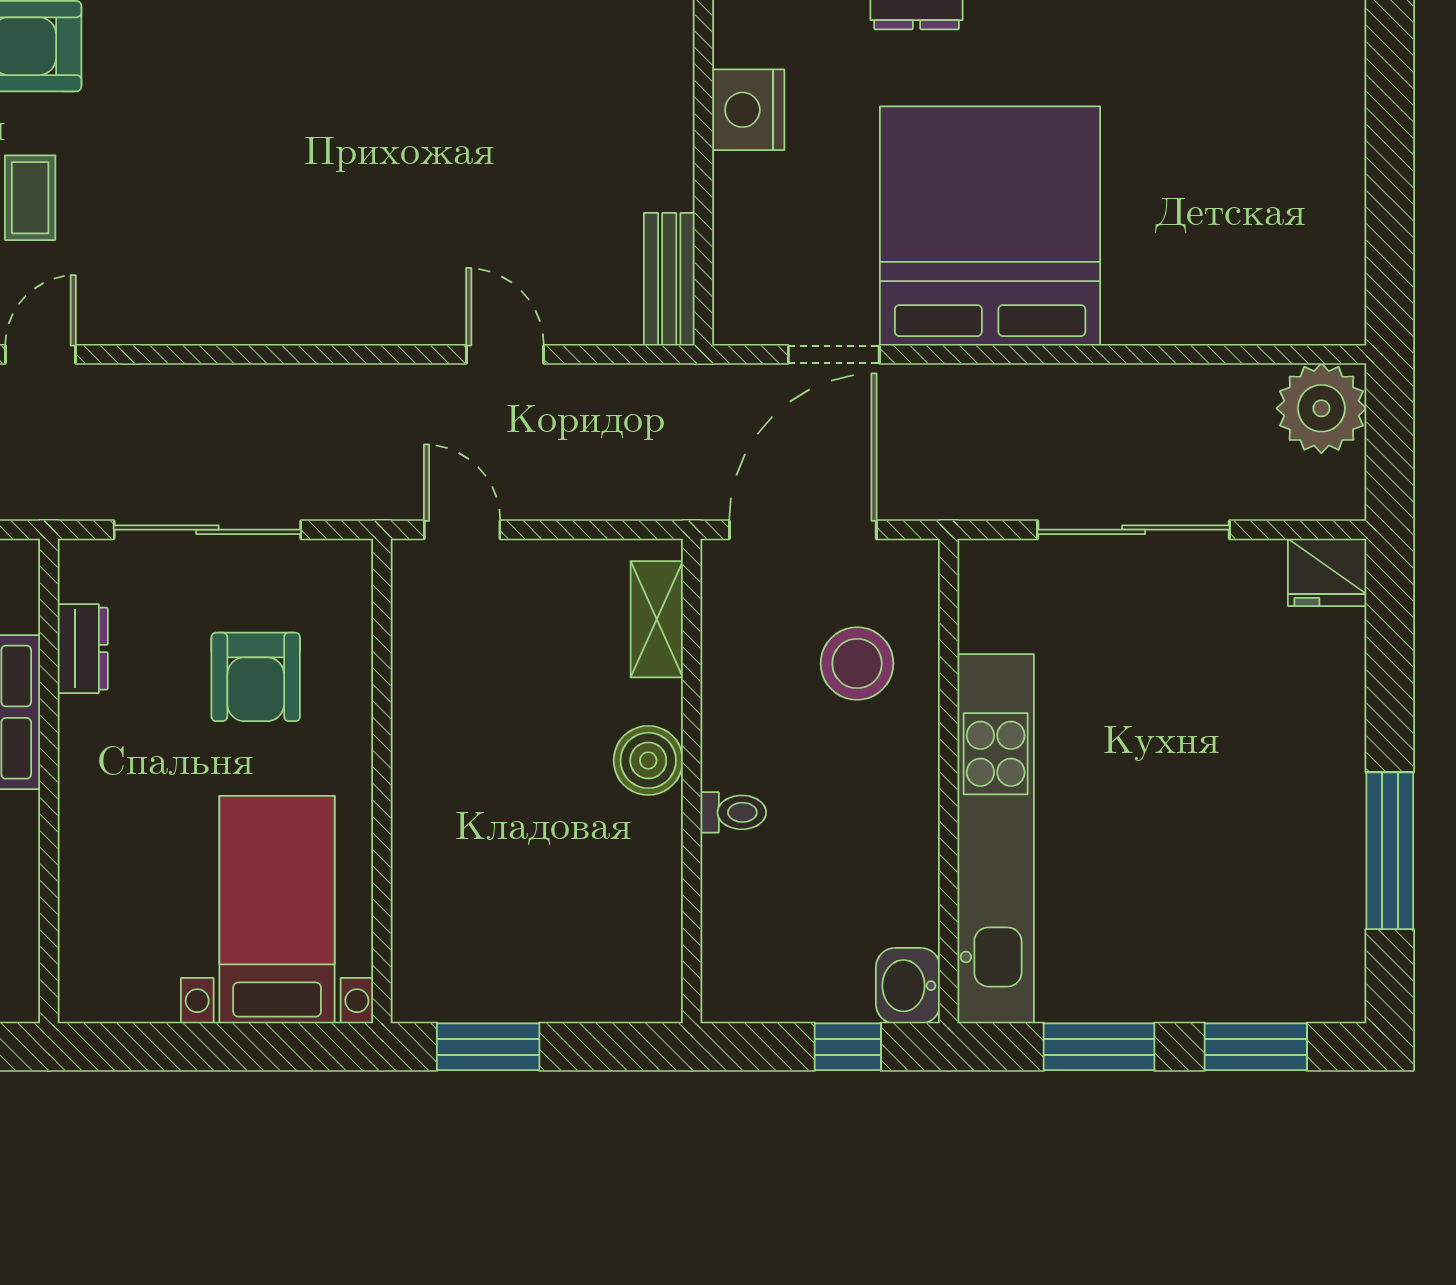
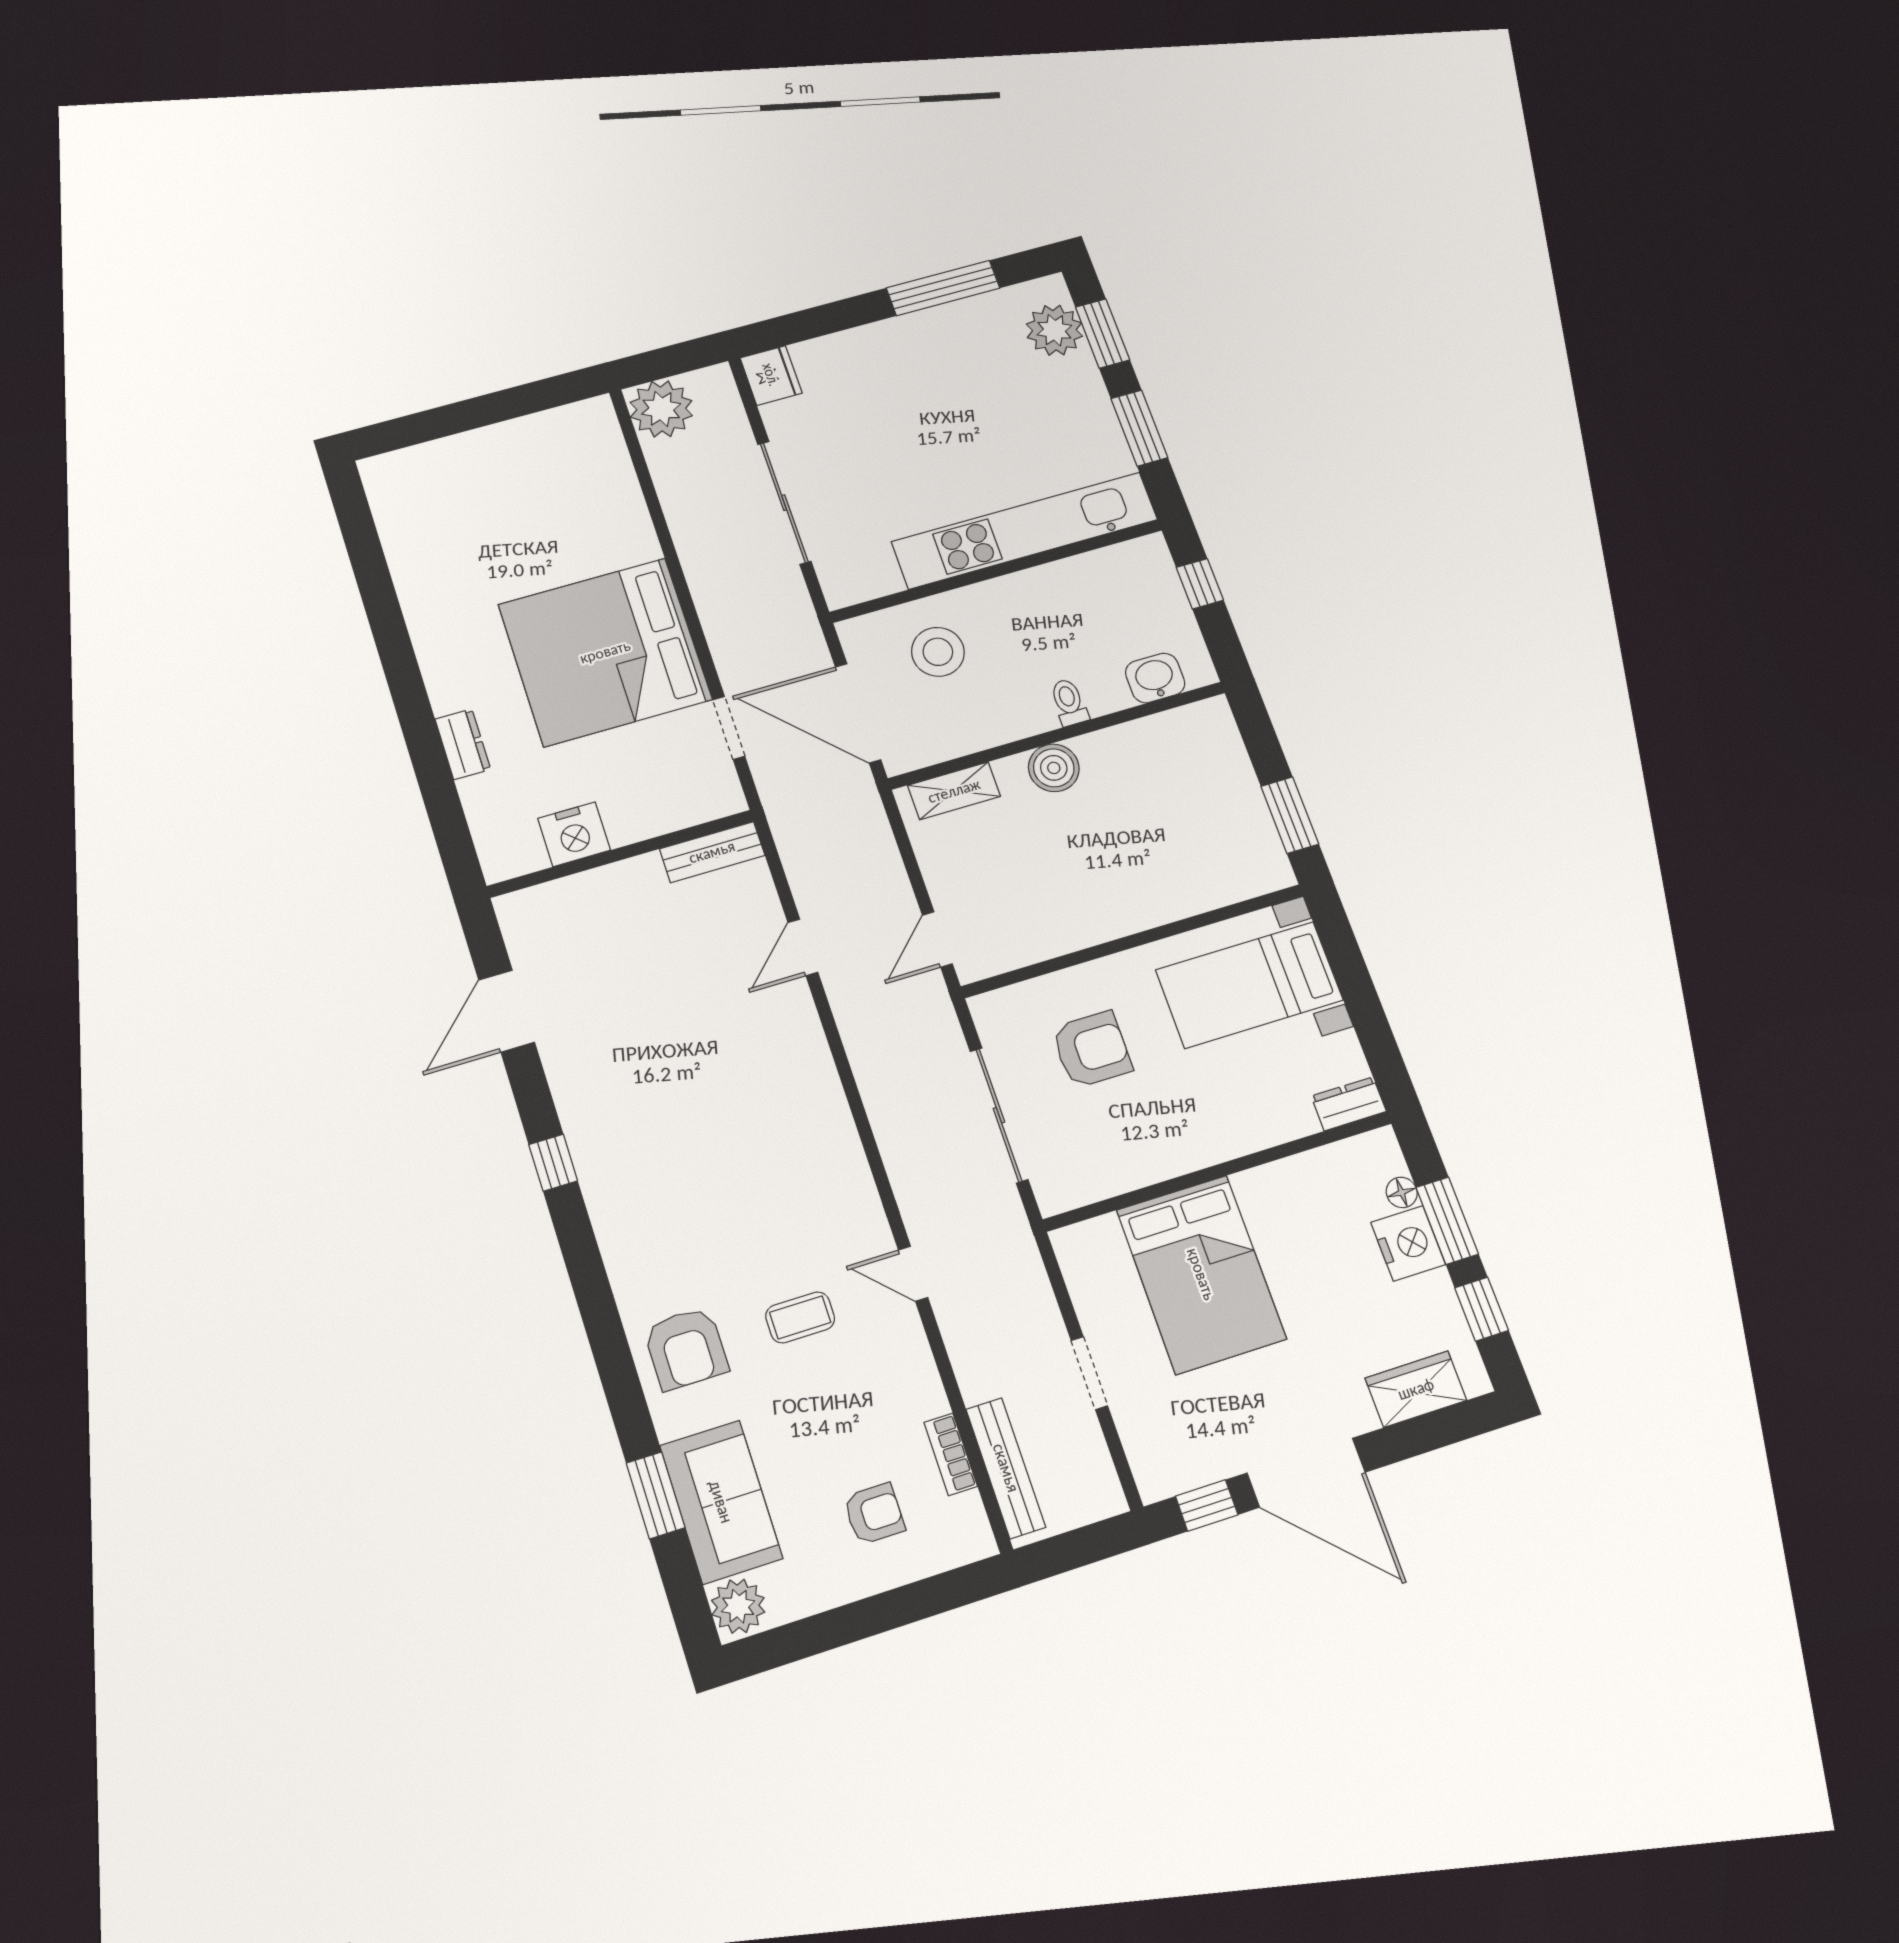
dresser: (83, 649) -> (1349, 1104), moved
plant: (1280, 982) -> (1054, 330), added
washbasin: (908, 986) -> (1155, 678), moved, turned 180

